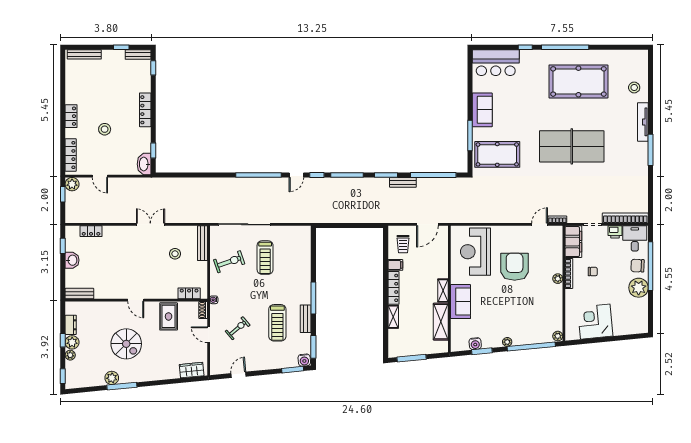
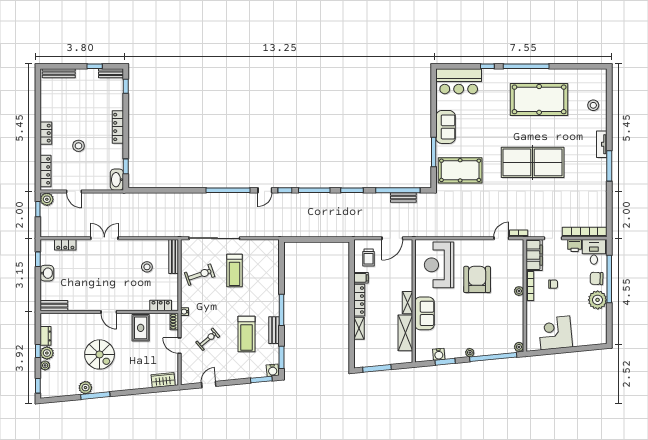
tv unit: (643, 122) -> (602, 144), width x0.71
bench: (403, 182) -> (403, 198), moved
double door: (150, 224) -> (104, 238), moved

